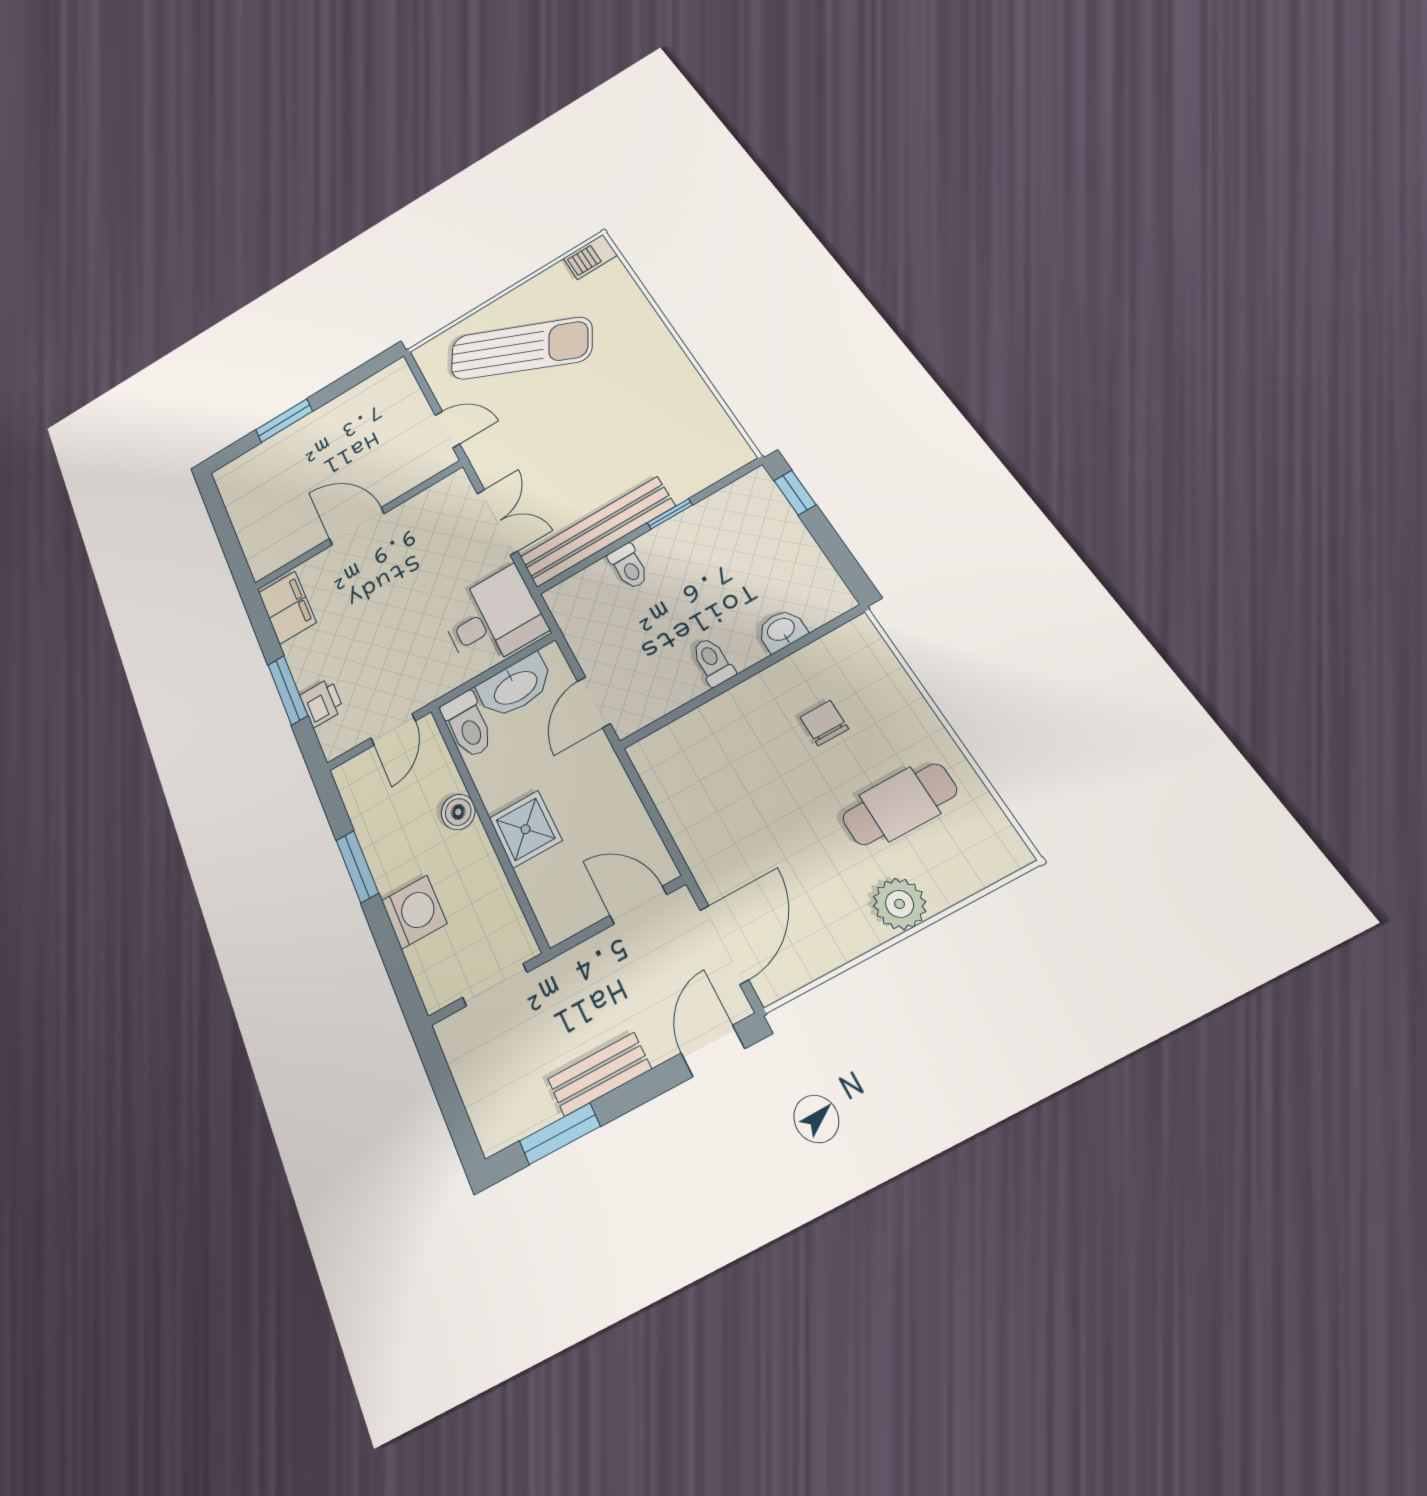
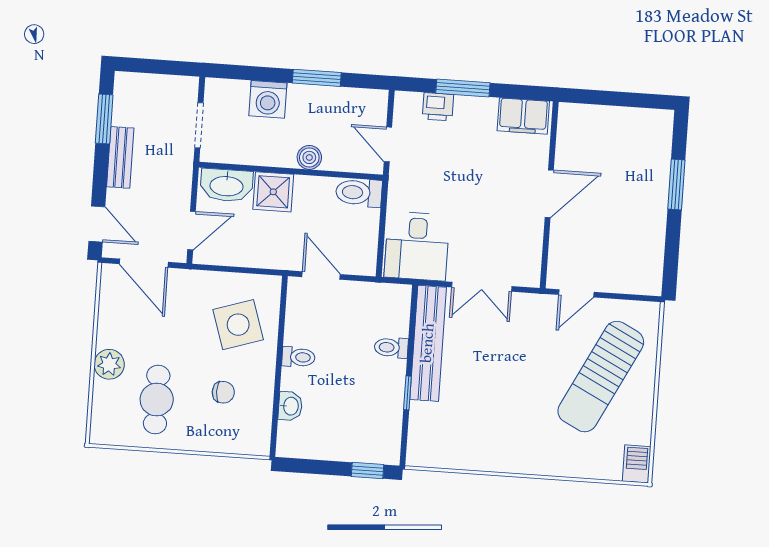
washbasin: (515, 687) -> (227, 185), moved, turned -90
side table: (722, 762) -> (238, 325), added

